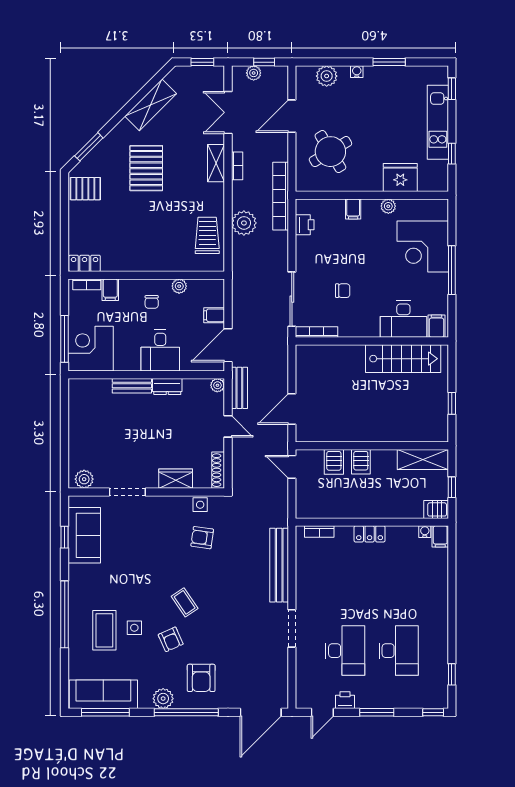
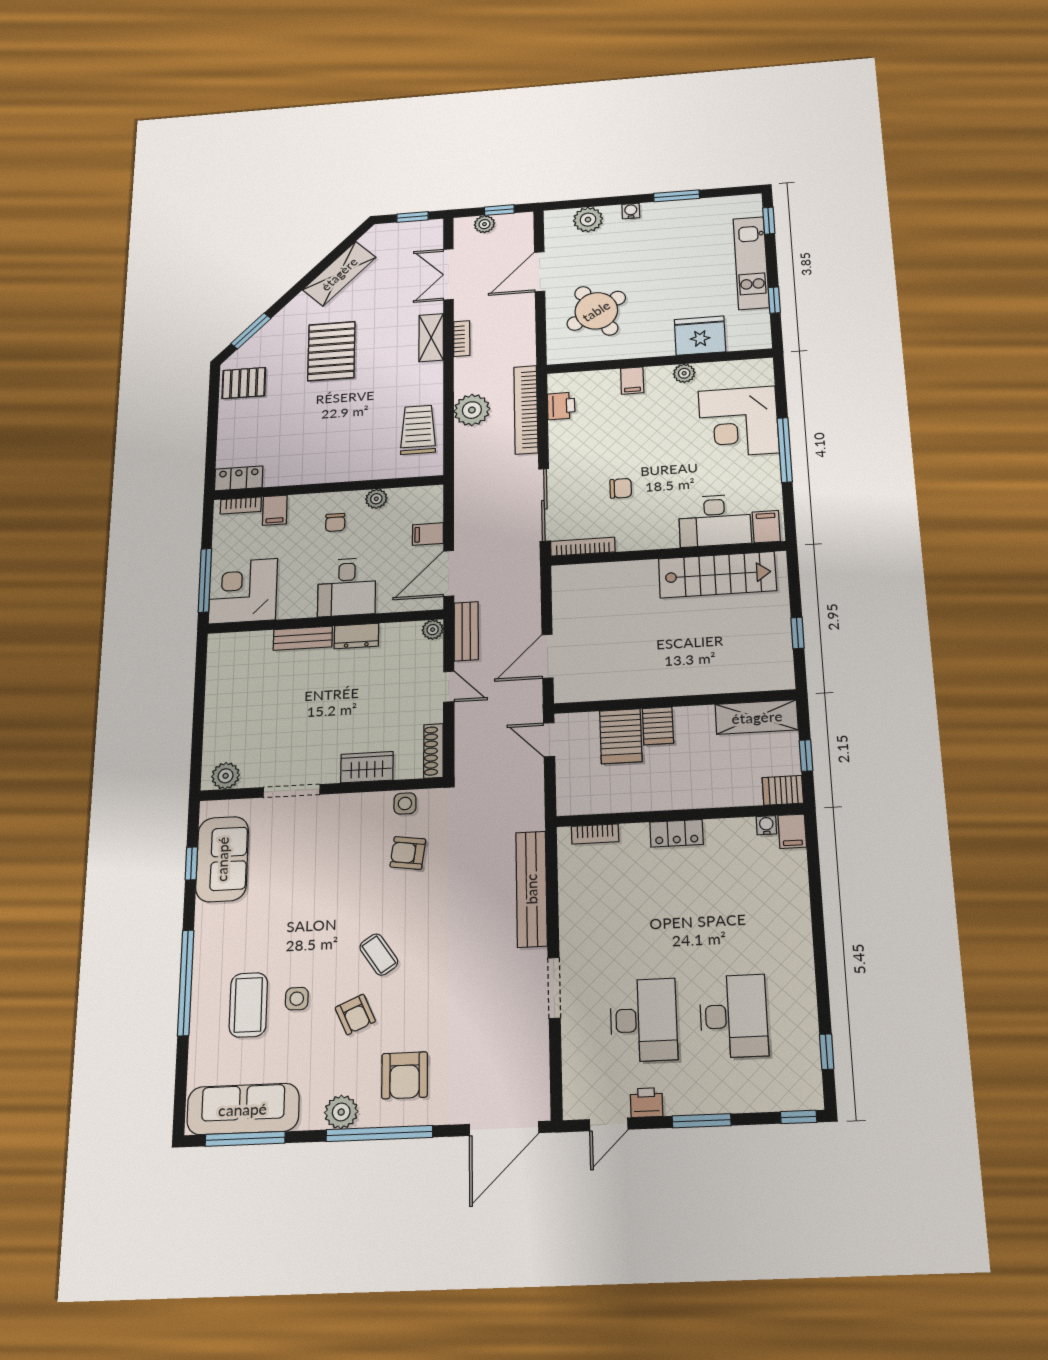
bookcase: (281, 196) -> (526, 410), moved
server rack: (334, 462) -> (621, 736), width x1.36, depth x1.44

